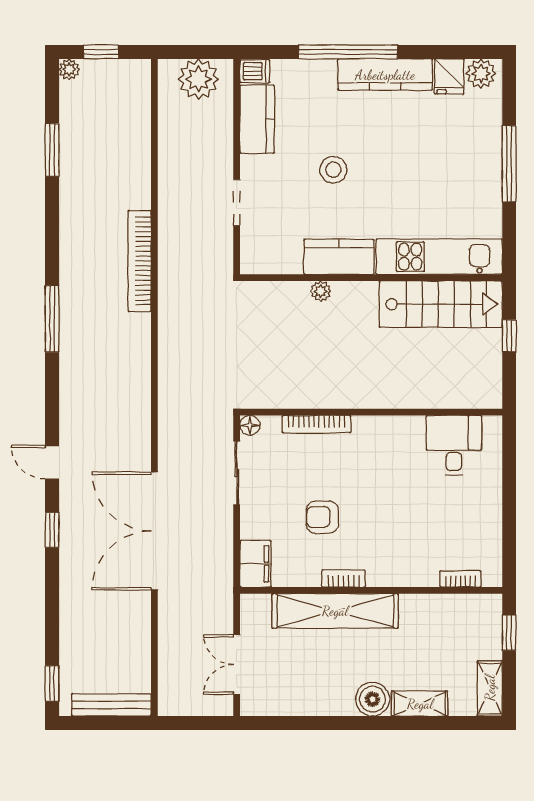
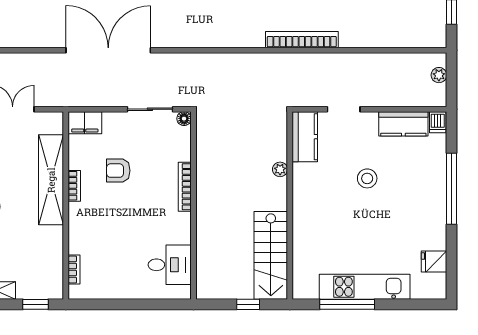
plant: (481, 74) -> (436, 284), removed
kitchen counter: (385, 75) -> (435, 215), removed
plant: (199, 79) -> (439, 75), width x0.53, depth x0.53
window: (509, 164) -> (347, 304), moved
kitchen counter: (339, 257) -> (305, 137), moved
kitchen unit: (439, 257) -> (365, 287), moved, turned -90
bookcase: (316, 424) -> (185, 187), moved
armchair: (322, 517) -> (118, 171), turned -90

